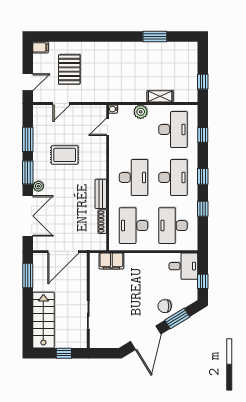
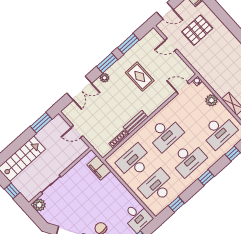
window: (203, 209) -> (176, 204), moved
double door: (28, 216) -> (79, 88), width x0.73
door: (63, 252) -> (77, 132), width x0.53
plant: (97, 341) -> (39, 205), added

